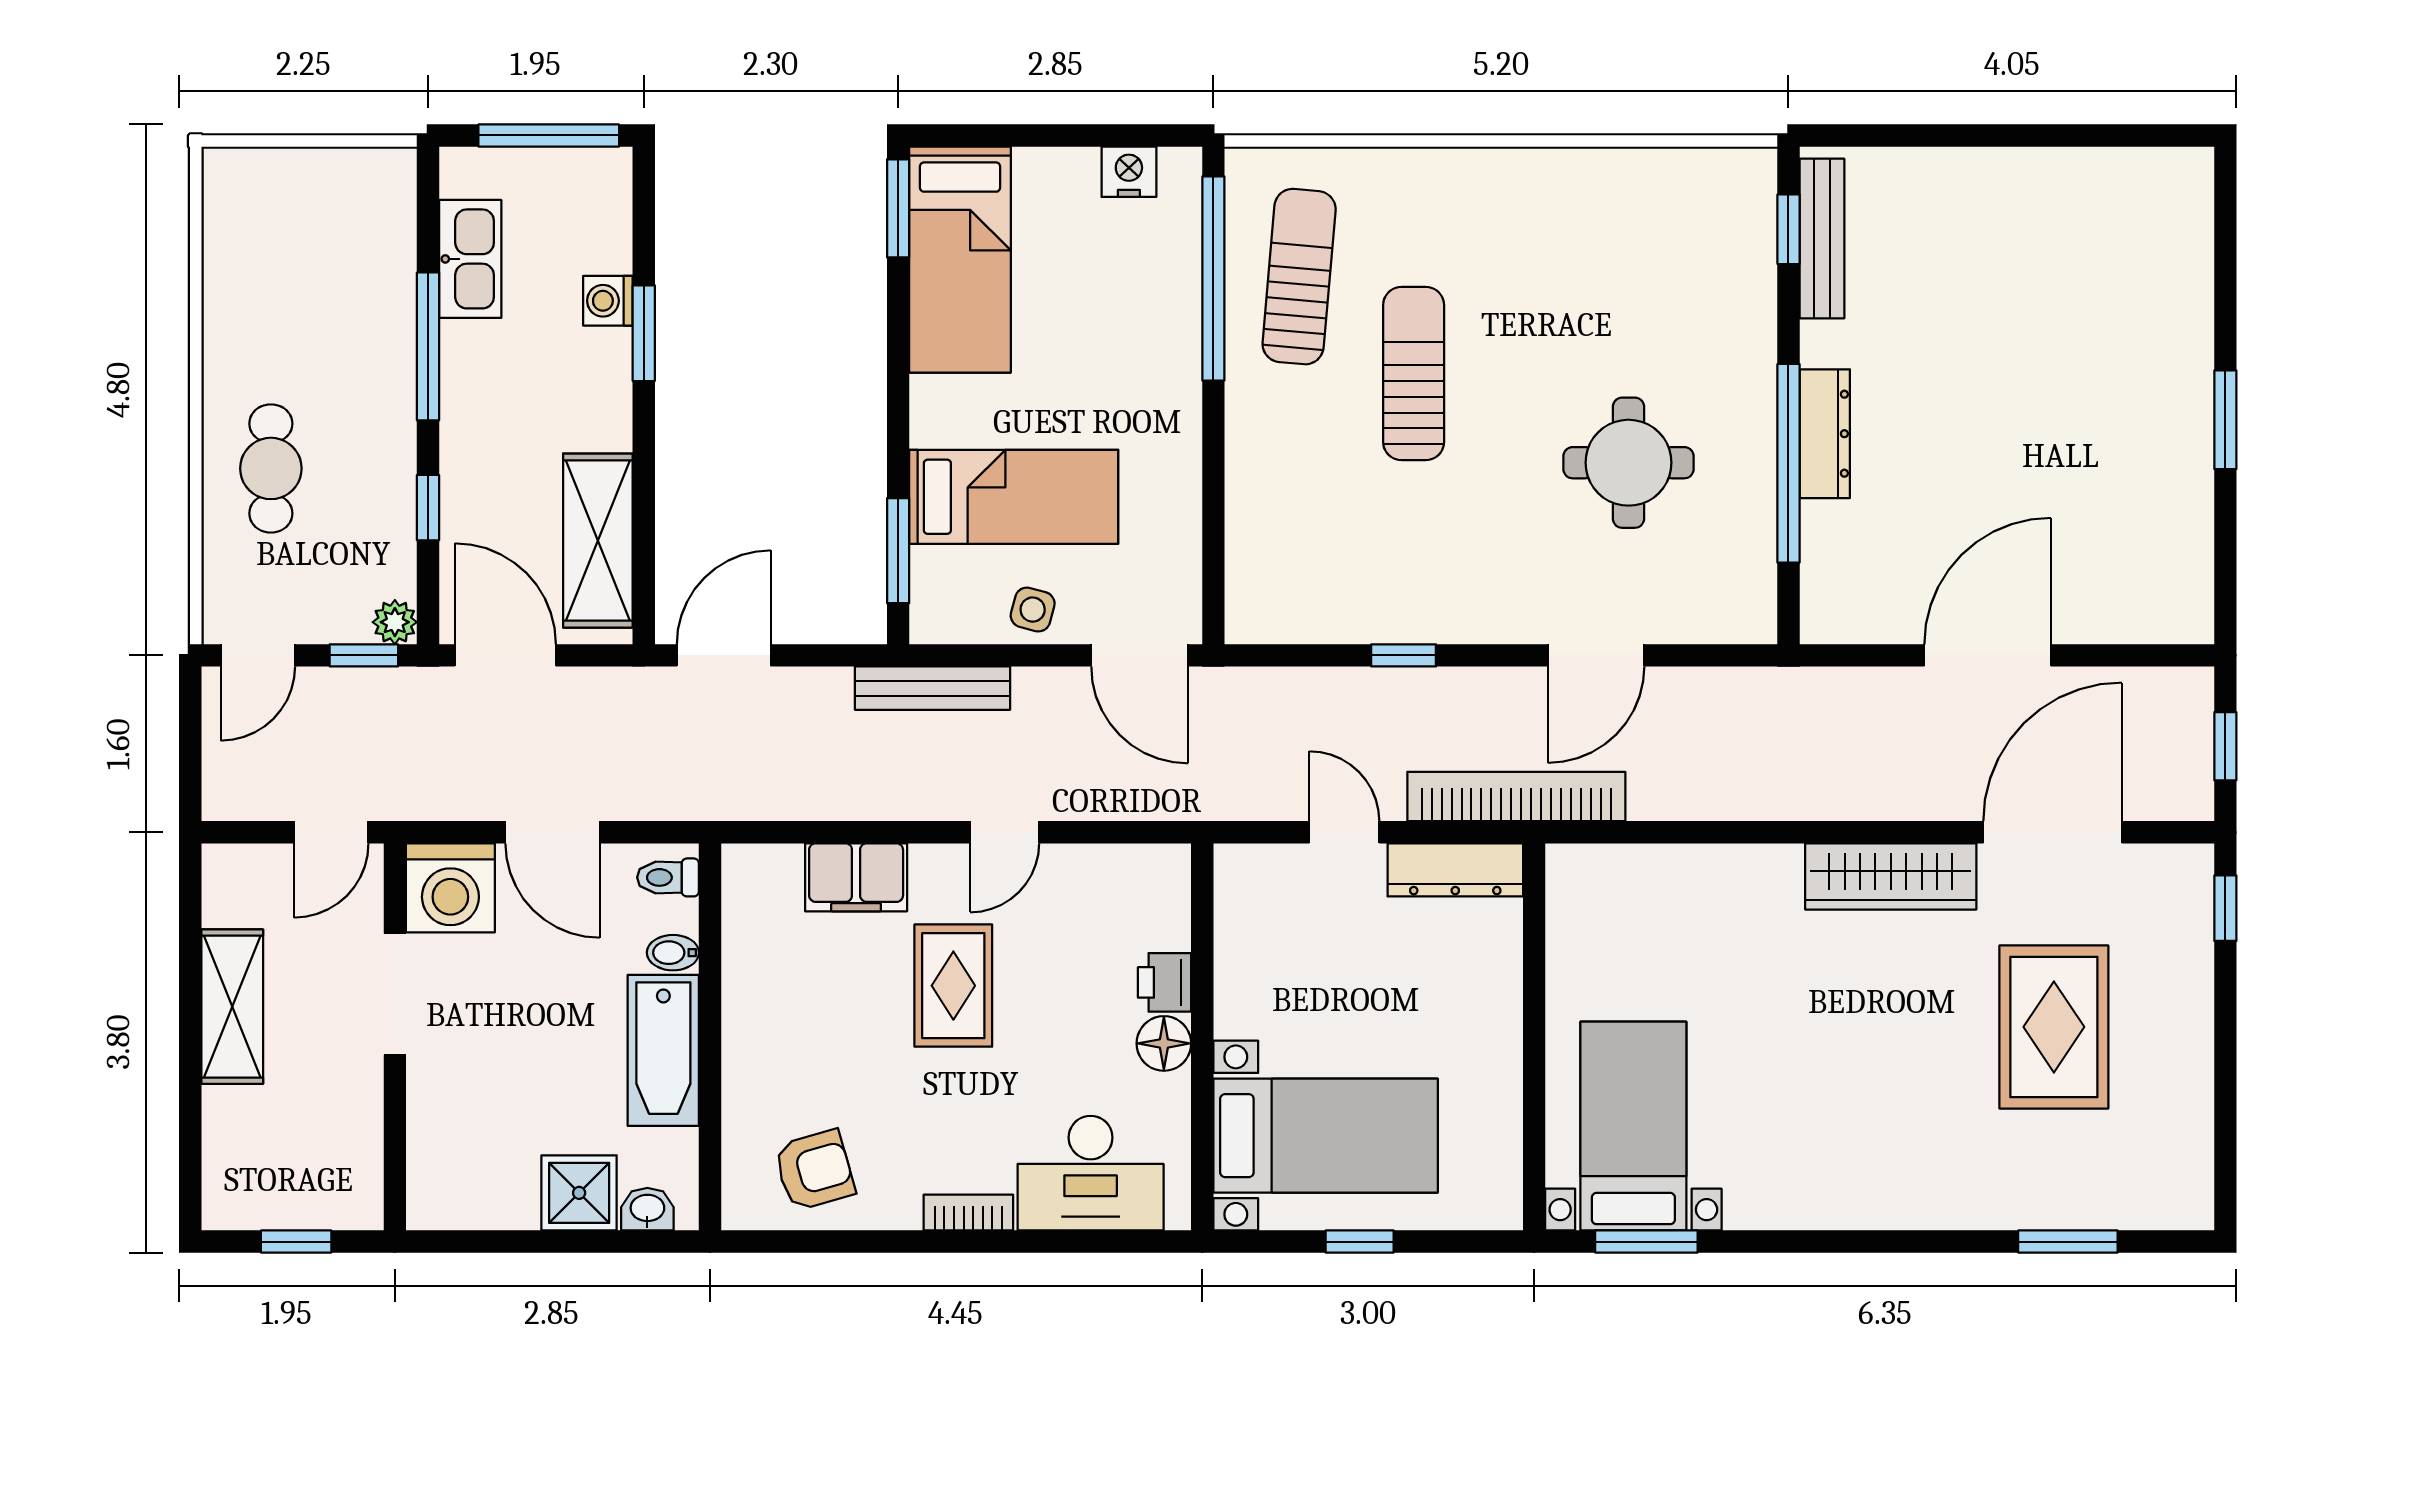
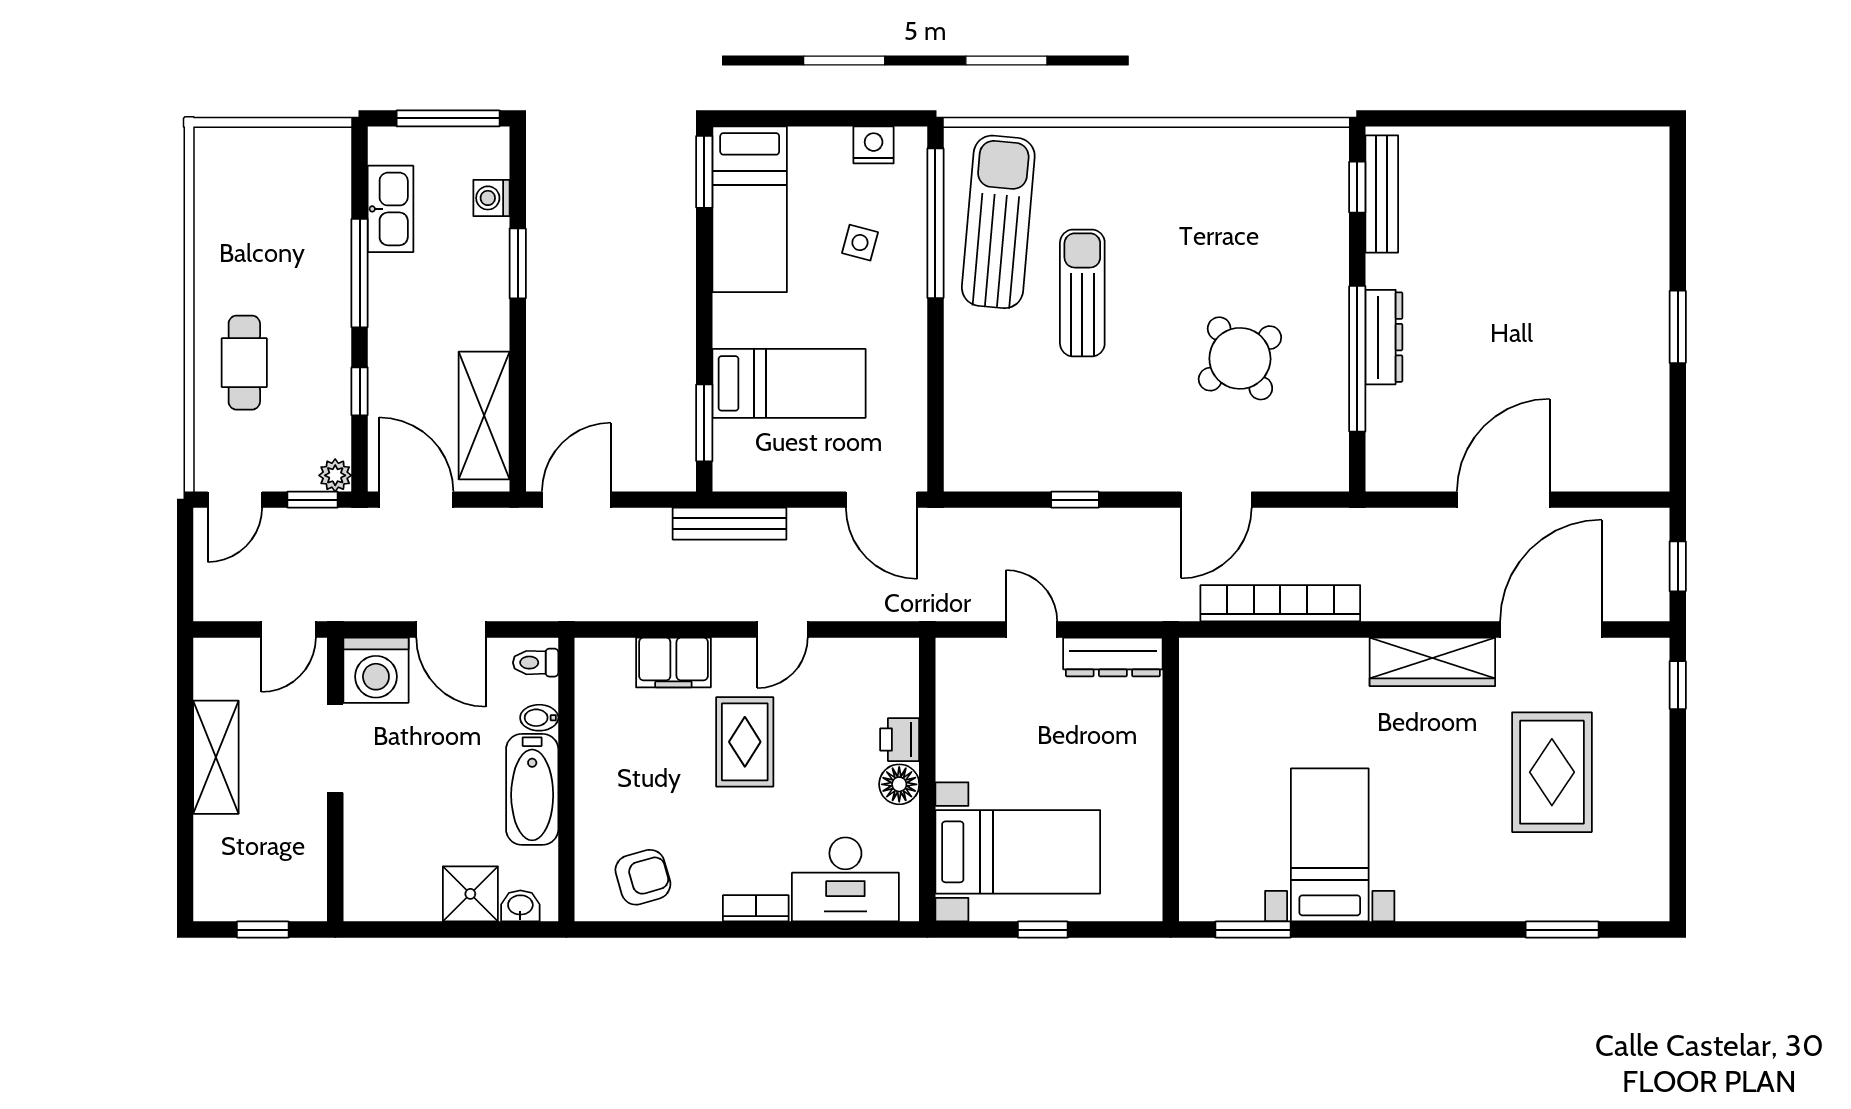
sun lounger: (1299, 277) -> (998, 222), width x1.36, depth x1.34
washing machine: (608, 301) -> (491, 198), moved
round table: (1628, 463) -> (1240, 358), turned -35
side table: (1033, 610) -> (860, 243), moved
bookcase: (1516, 797) -> (1280, 603), moved
bed with nightstands: (1633, 1126) -> (1330, 845), moved

